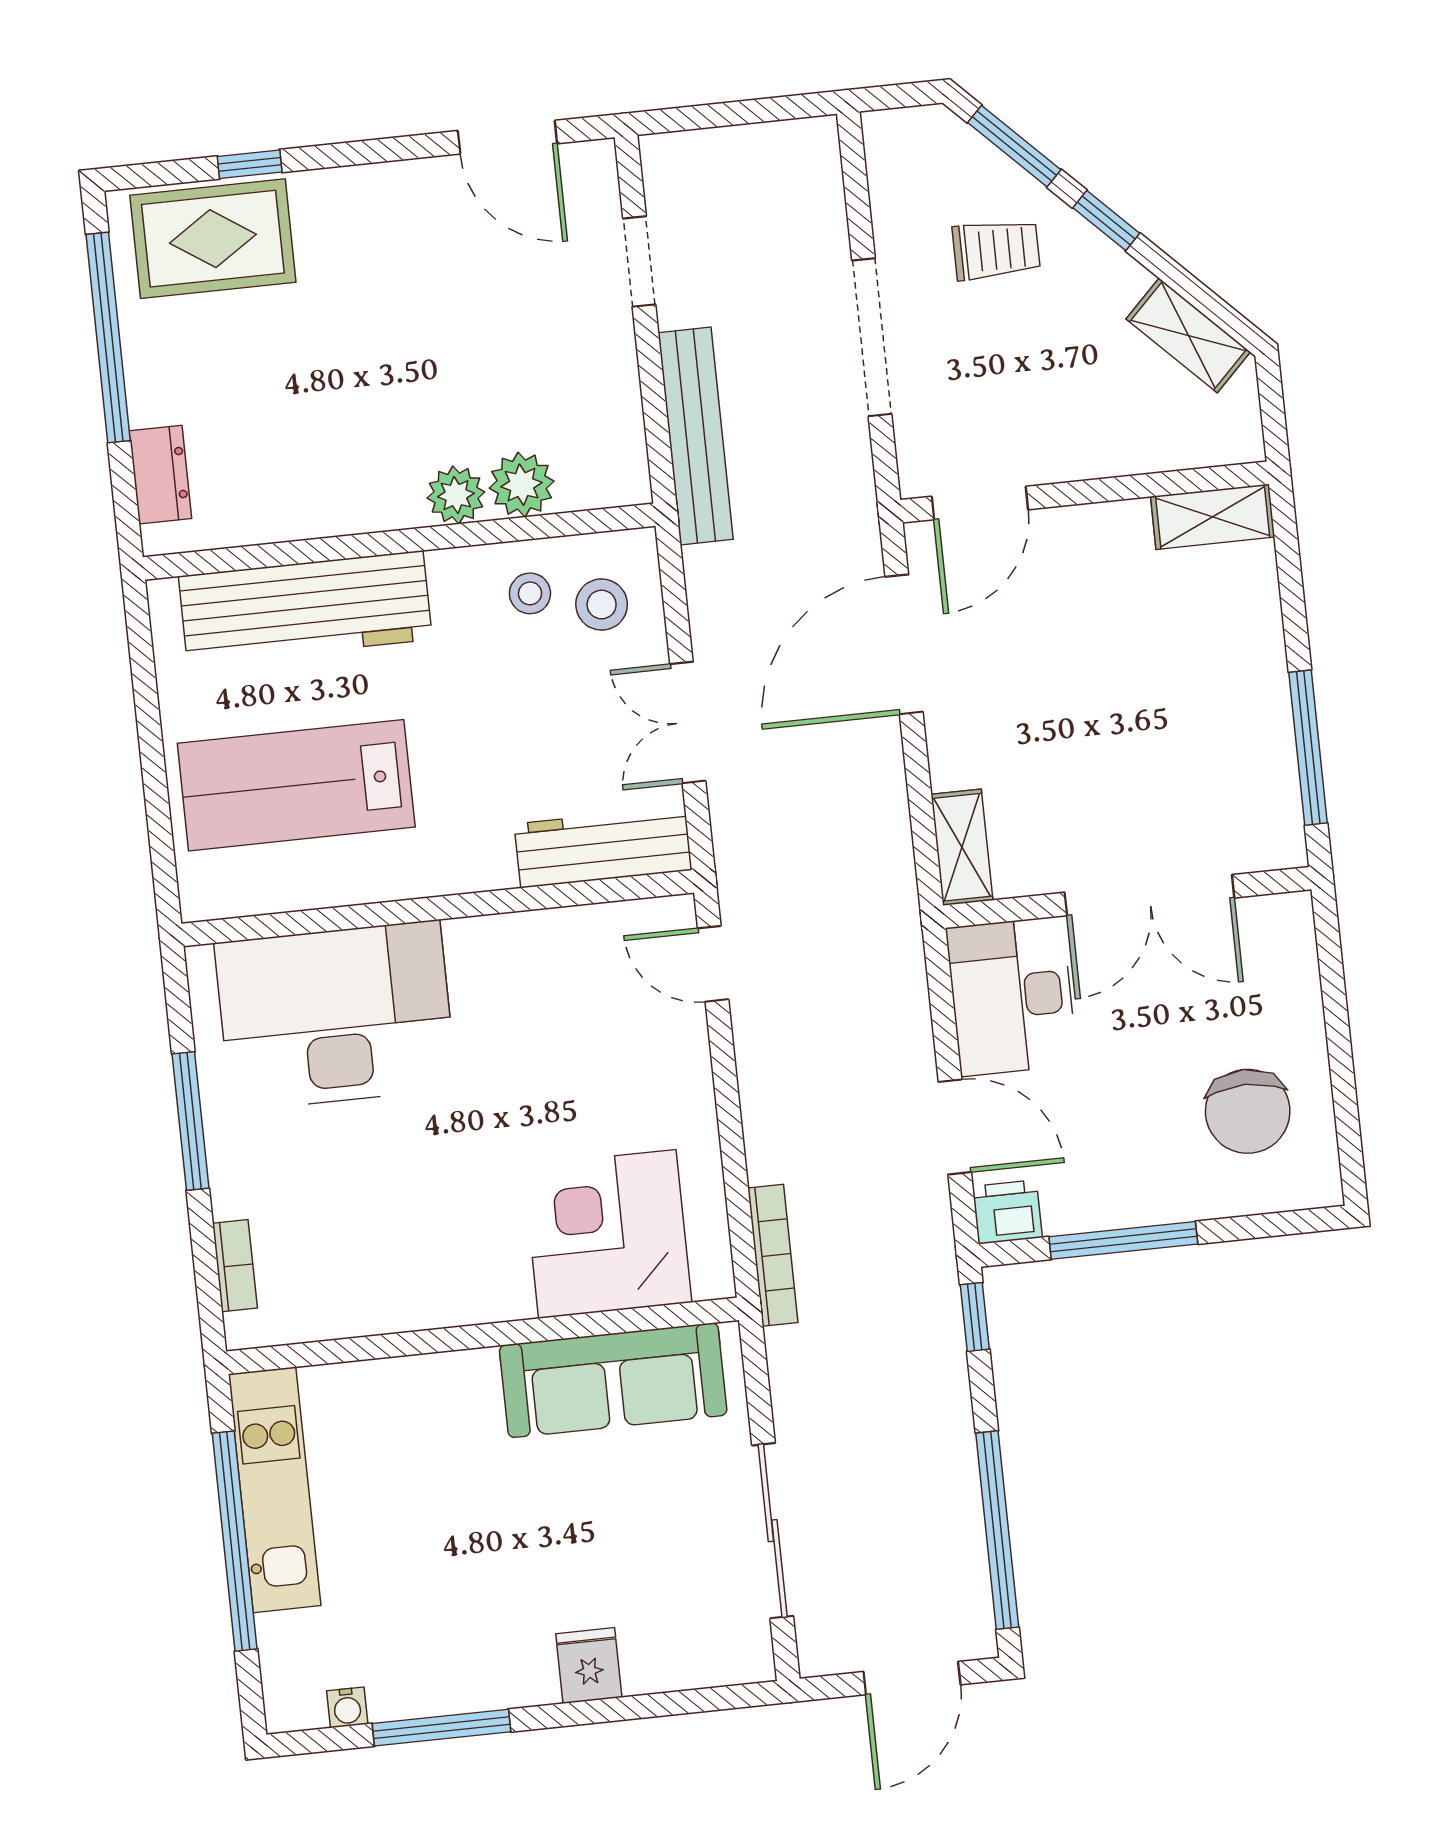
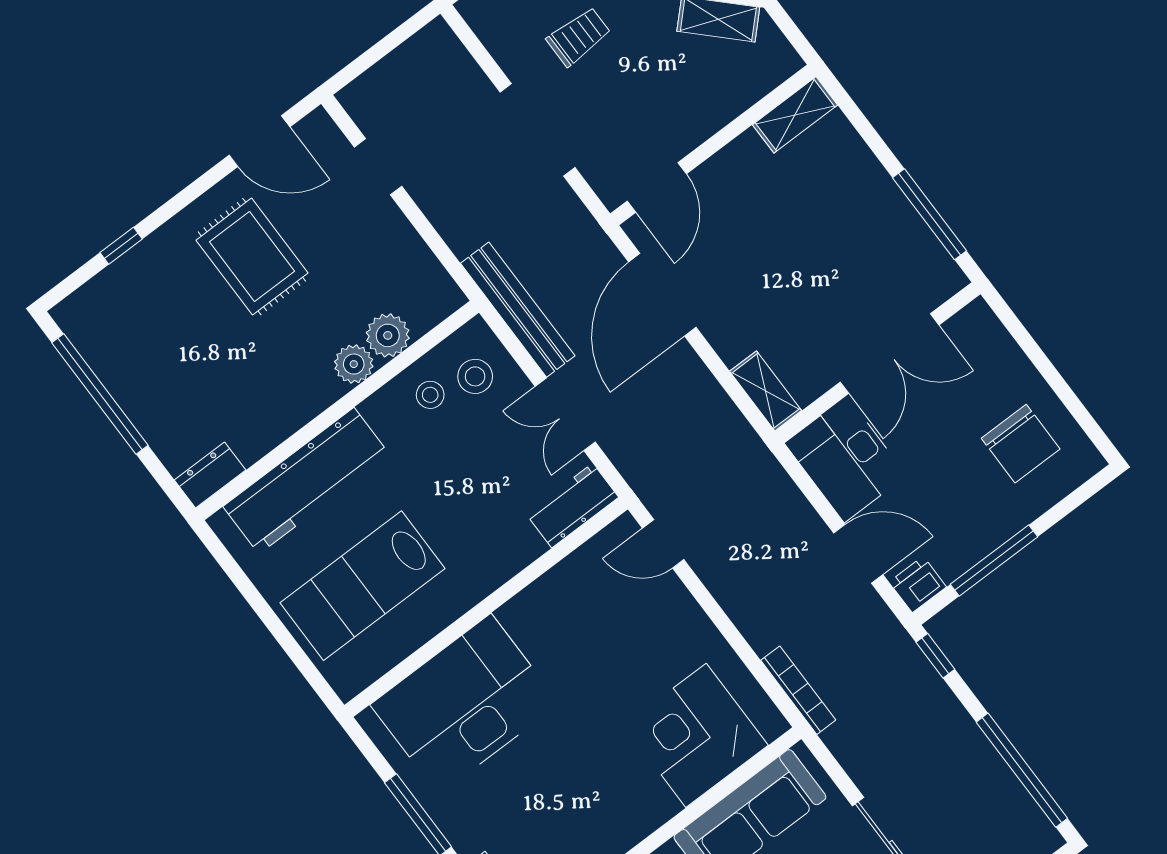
rug: (213, 239) -> (252, 257), moved, turned 90
bench: (696, 436) -> (518, 310), moved
dresser: (160, 475) -> (210, 475), moved, turned -90
workbench: (603, 847) -> (572, 505), width x0.73

